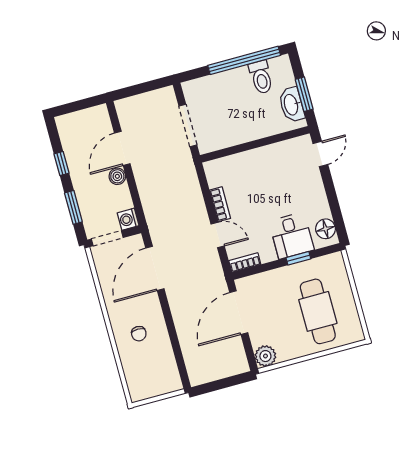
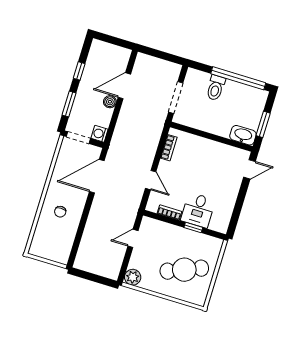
toilet: (261, 77) -> (216, 88), moved
washbasin: (292, 105) -> (243, 135), moved, turned 90
bookcase: (220, 204) -> (169, 148), moved
floor lamp: (326, 229) -> (223, 220), removed
bookcase: (245, 263) -> (169, 212), moved
cafe table: (318, 311) -> (184, 270), turned 68
door: (239, 313) -> (133, 238), width x0.53

